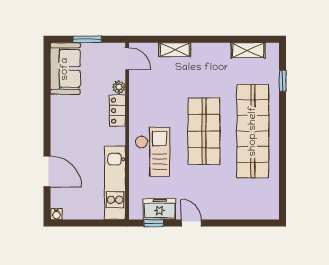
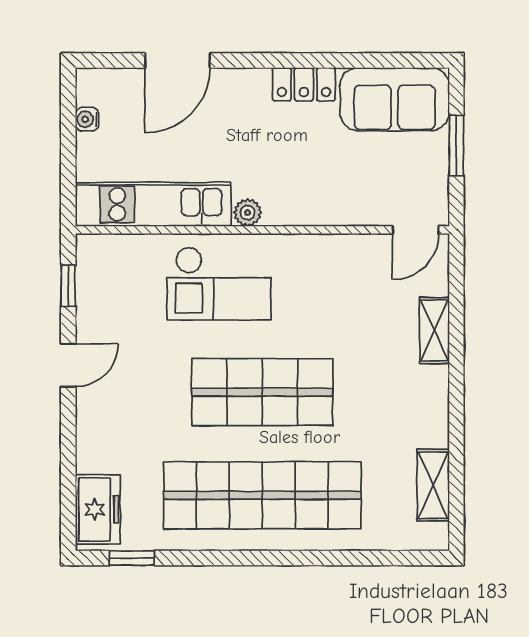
window: (283, 81) -> (132, 558), moved
plant: (119, 87) -> (247, 213), moved
locker: (118, 111) -> (304, 84), moved, turned 180
freezer: (160, 209) -> (98, 509), moved
water cooler: (57, 214) -> (87, 119), moved

